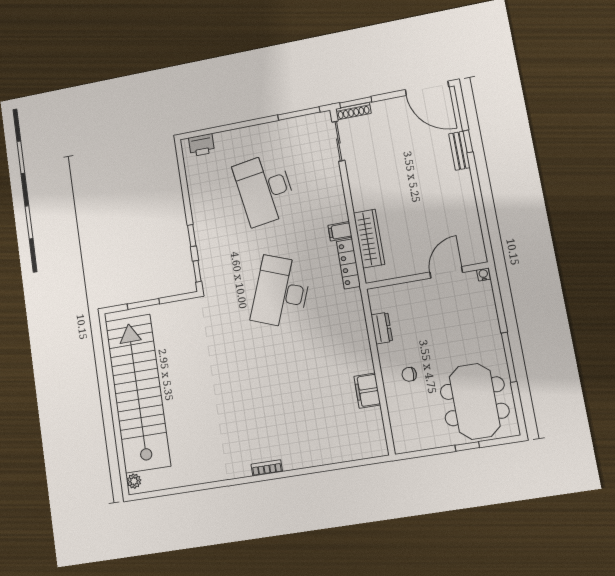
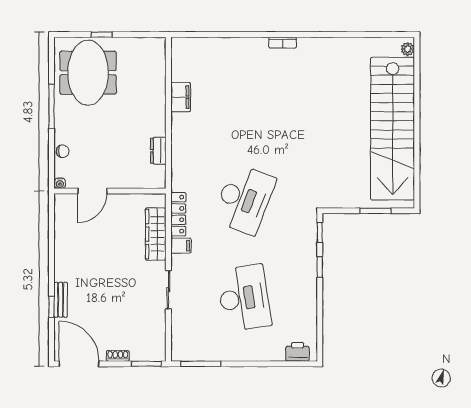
shoe rack: (353, 111) -> (118, 356), moved, width x0.70
sliding door: (338, 141) -> (168, 290), moved
chair: (409, 374) -> (63, 151), moved

